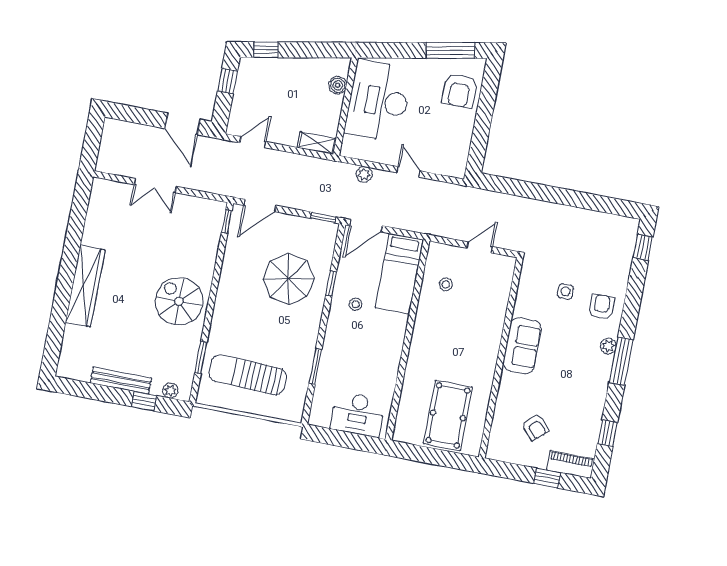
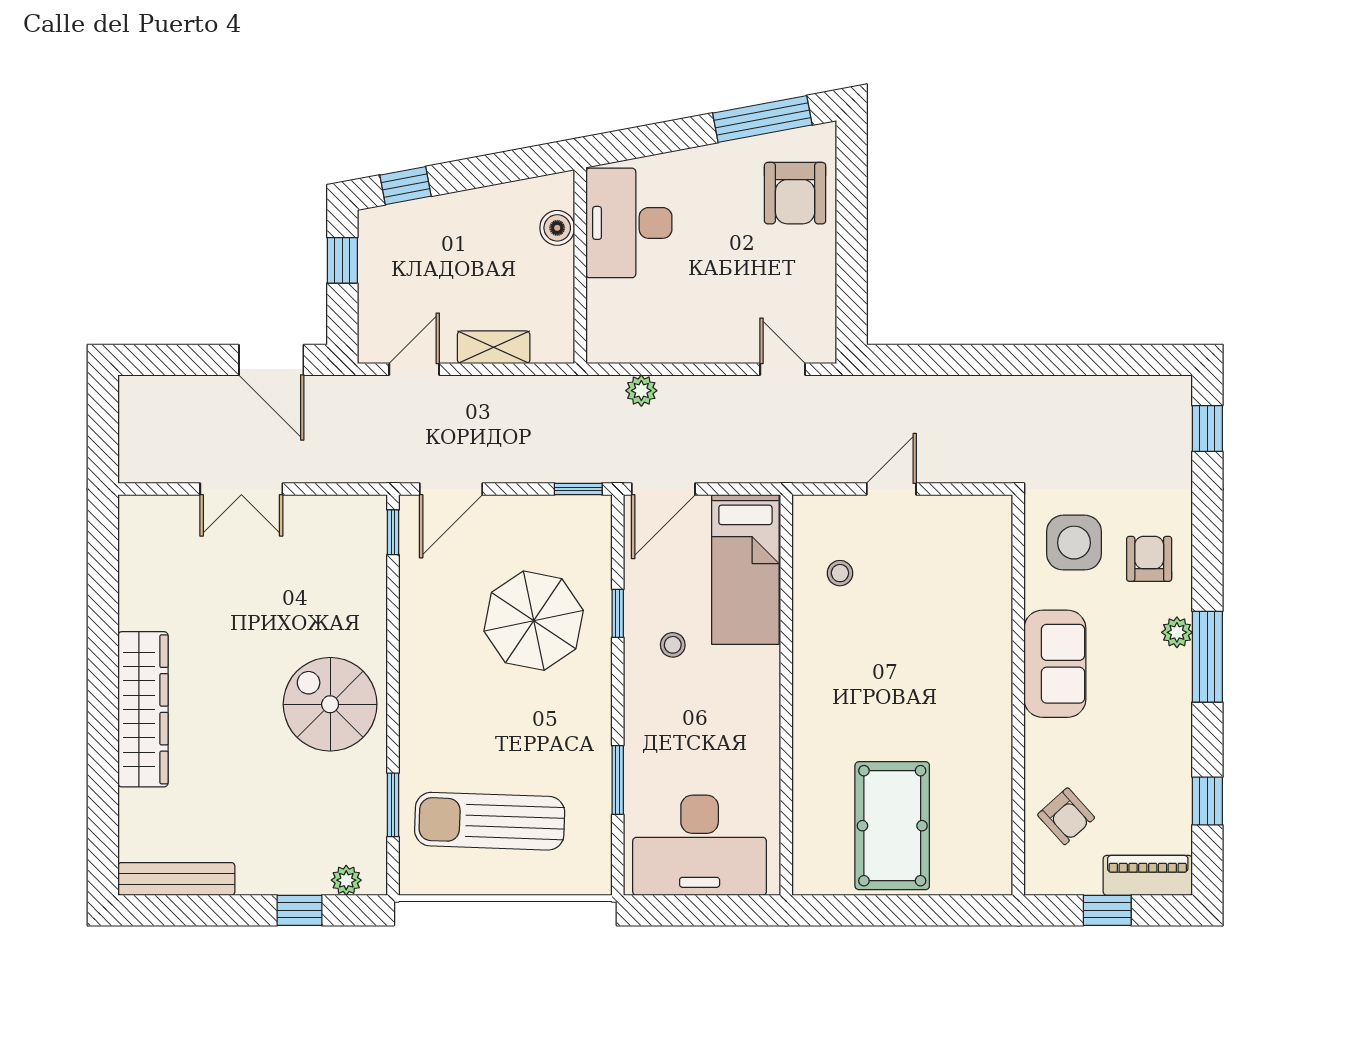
desk: (378, 101) -> (629, 223), width x0.73, depth x0.77
shelving: (317, 143) -> (494, 347), moved
door: (408, 172) -> (783, 369), moved
side table: (565, 291) -> (1074, 543), width x1.87, depth x1.87
sofa: (522, 346) -> (1055, 664), moved
wall: (501, 358) -> (1018, 695), moved
bench: (121, 380) -> (176, 879), moved
desk: (358, 414) -> (700, 845), width x1.36, depth x1.30

